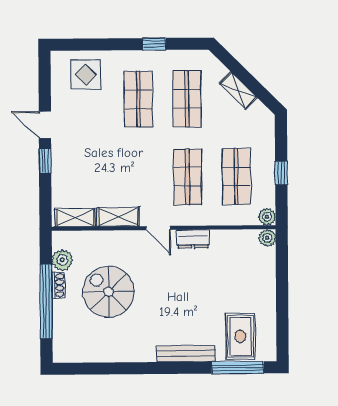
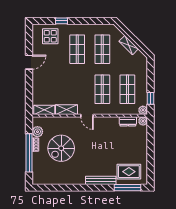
window: (154, 44) -> (62, 21), moved
door: (45, 125) -> (29, 62), swing flipped
window: (45, 161) -> (29, 80), removed
window: (281, 173) -> (150, 98), moved
dresser: (193, 239) -> (128, 121), moved
spiral stairs: (108, 292) -> (61, 148), turned -90
rug: (240, 336) -> (129, 172), turned 90

